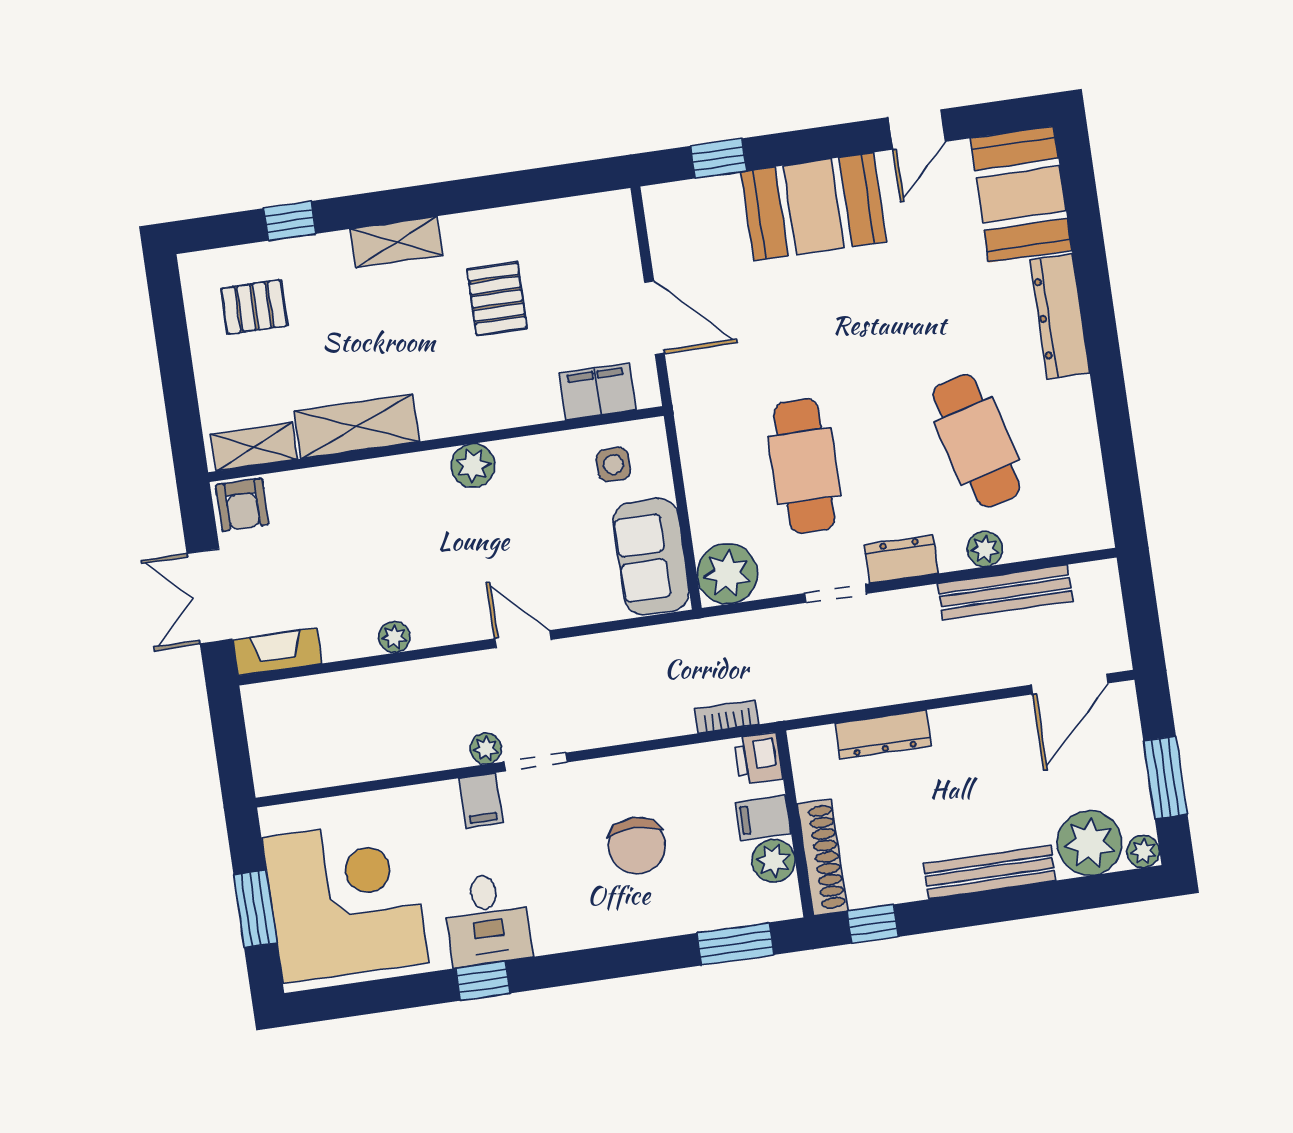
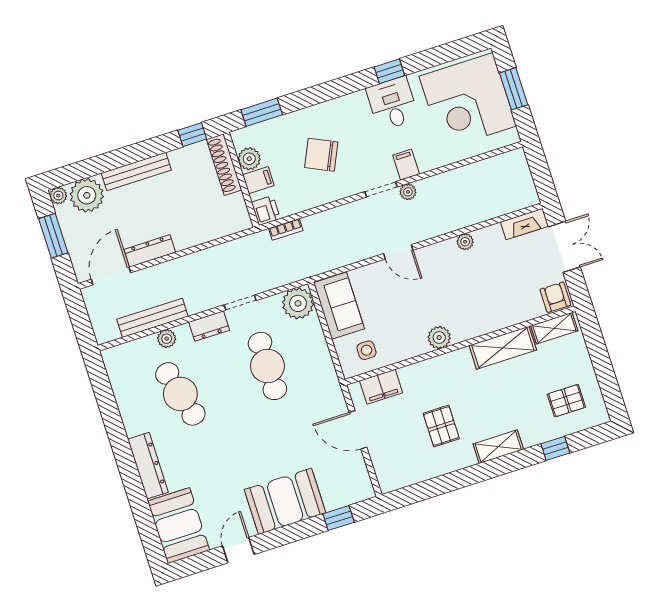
dresser: (883, 734) -> (150, 251), moved
chair: (637, 845) -> (321, 155), turned -65

